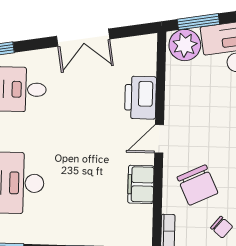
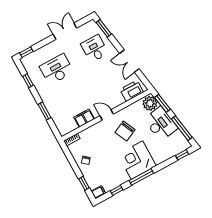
printer: (141, 98) -> (132, 91), moved
chair: (198, 185) -> (125, 131), moved

